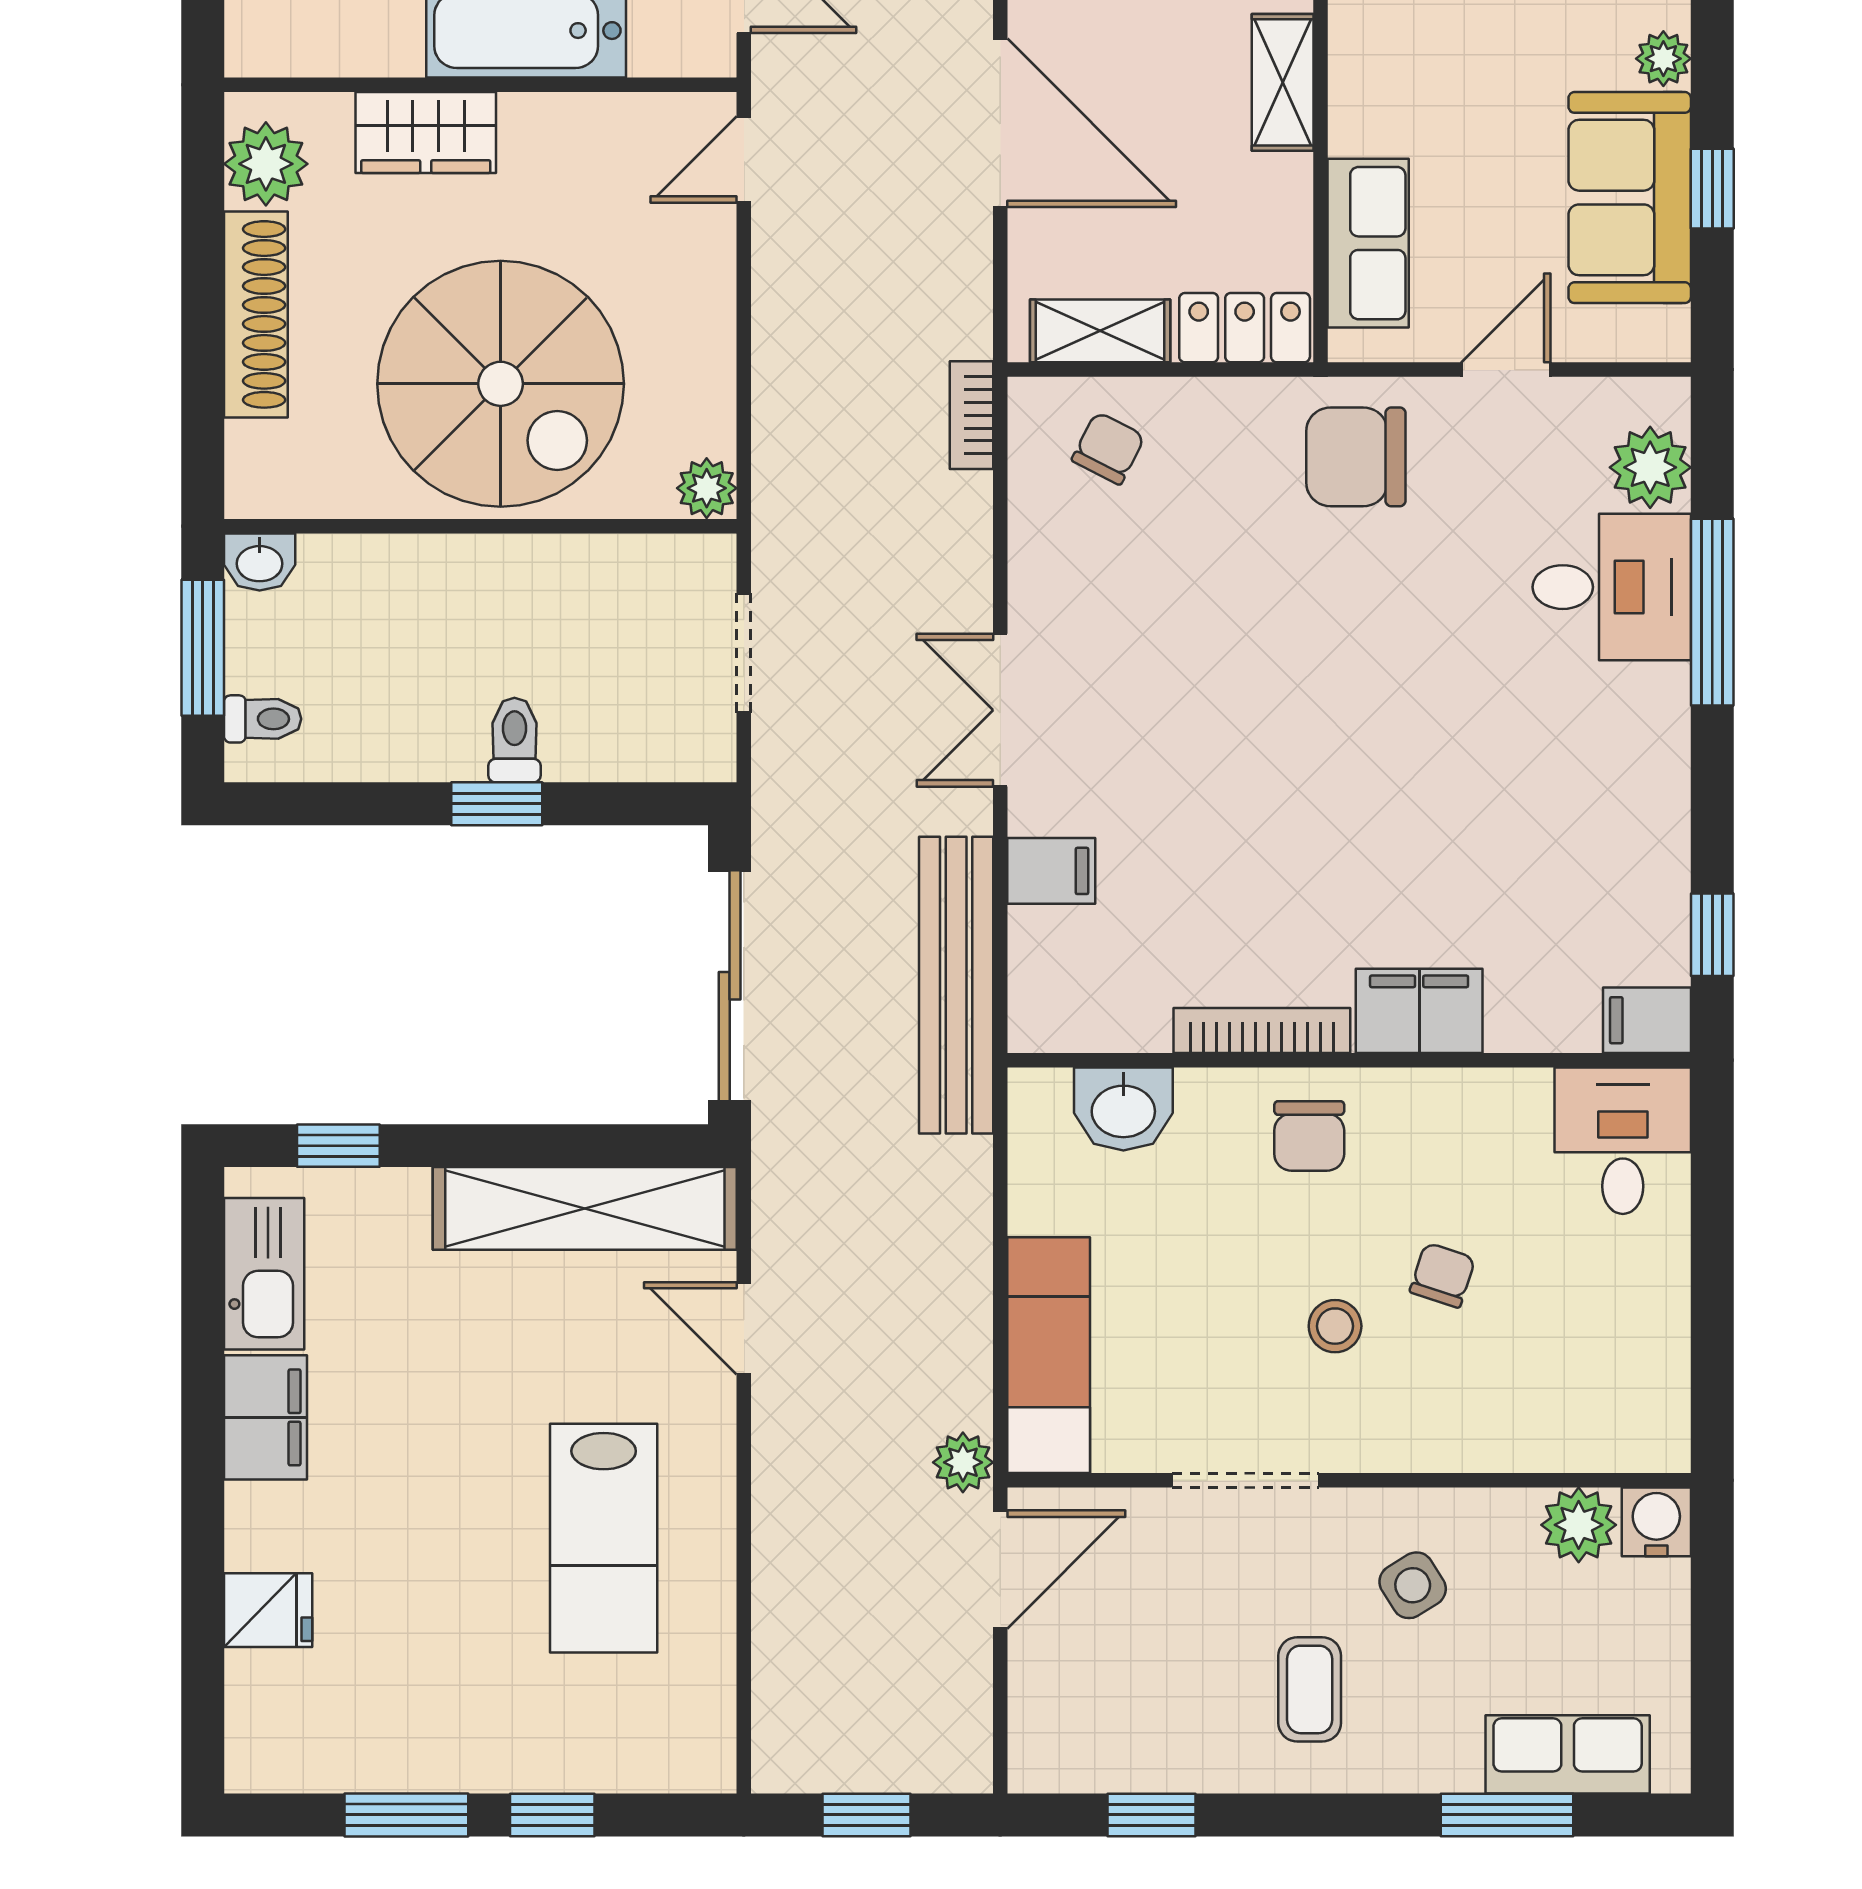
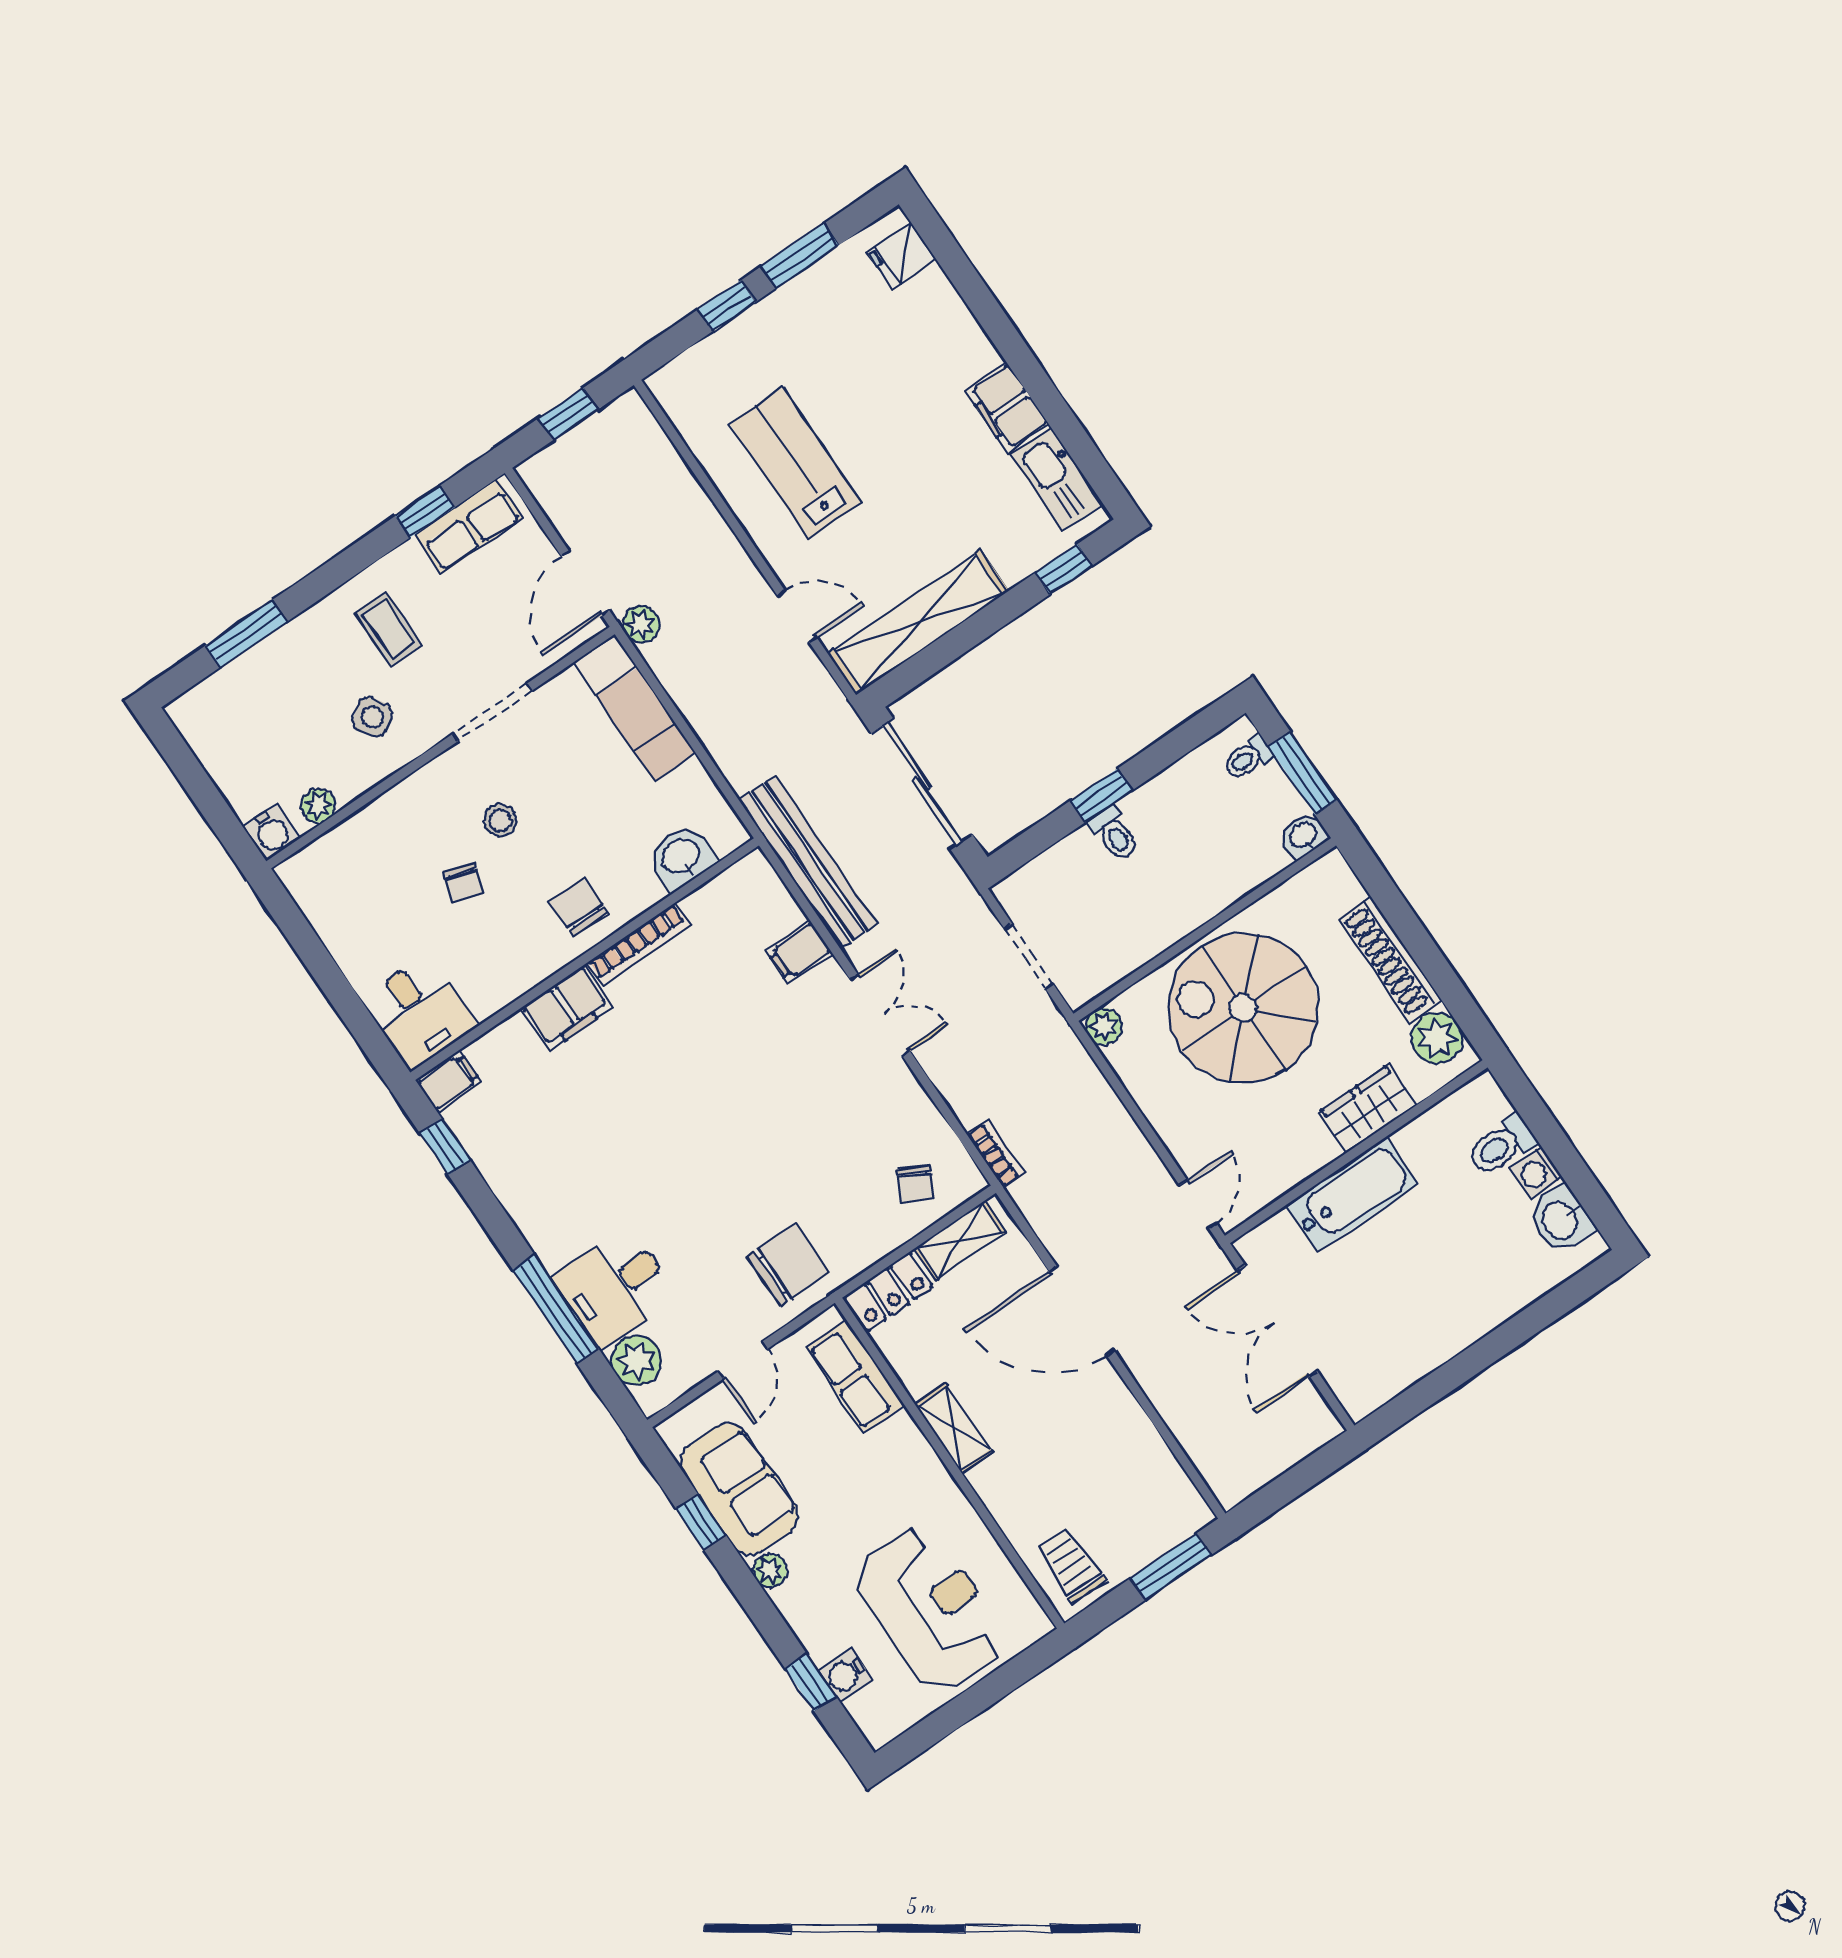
plant: (1579, 1525) -> (318, 806), width x0.73, depth x0.73
fridge: (268, 1610) -> (901, 255), moved
row of seats: (1568, 1754) -> (469, 526), moved

